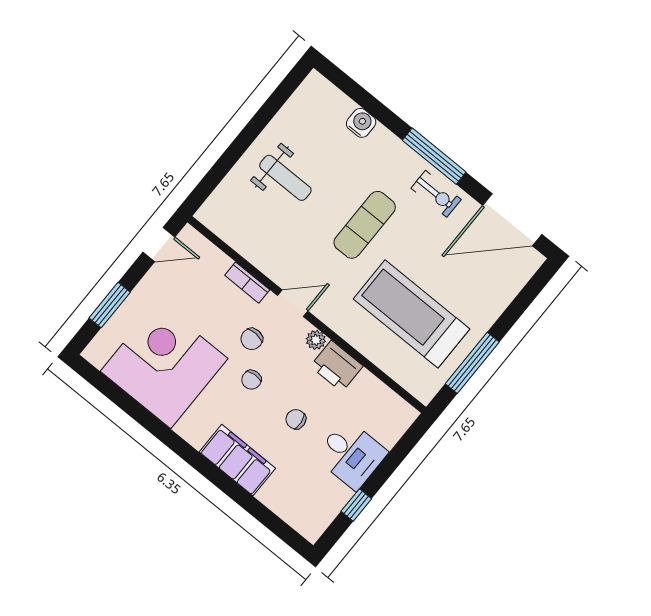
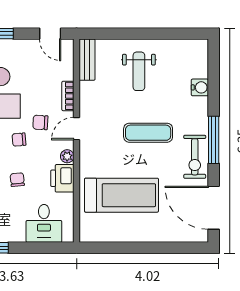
exercise bike: (436, 194) -> (195, 157), width x1.38, depth x1.39
bench: (223, 227) -> (87, 60), added
door: (293, 303) -> (76, 129), swing flipped
treadmill: (411, 314) -> (121, 195), turned 90
window: (472, 363) -> (122, 248), removed
desk: (351, 454) -> (44, 223), moved

